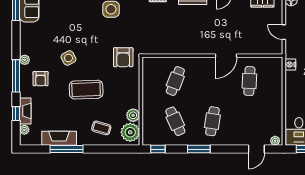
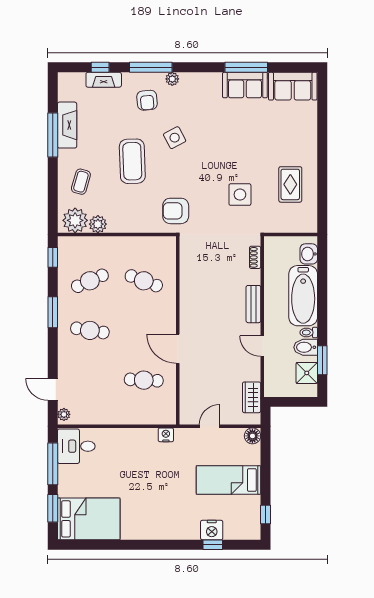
armchair: (41, 79) -> (147, 100), turned -95
plant: (24, 130) -> (78, 79), removed

